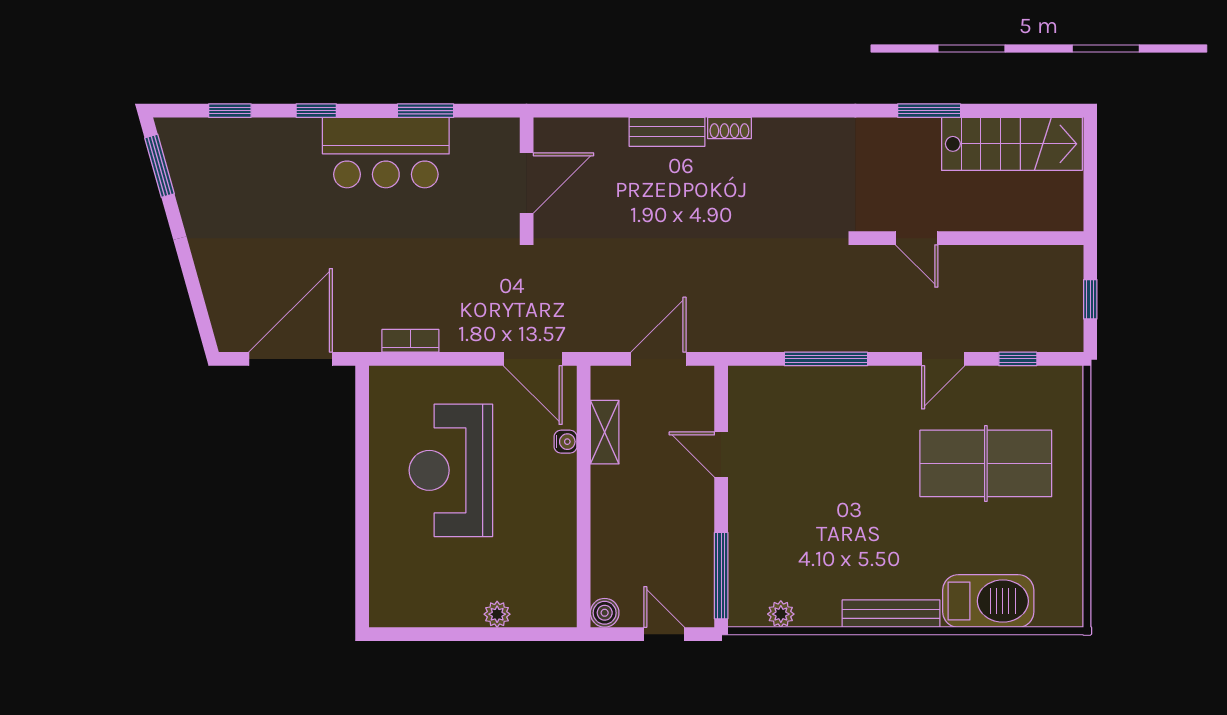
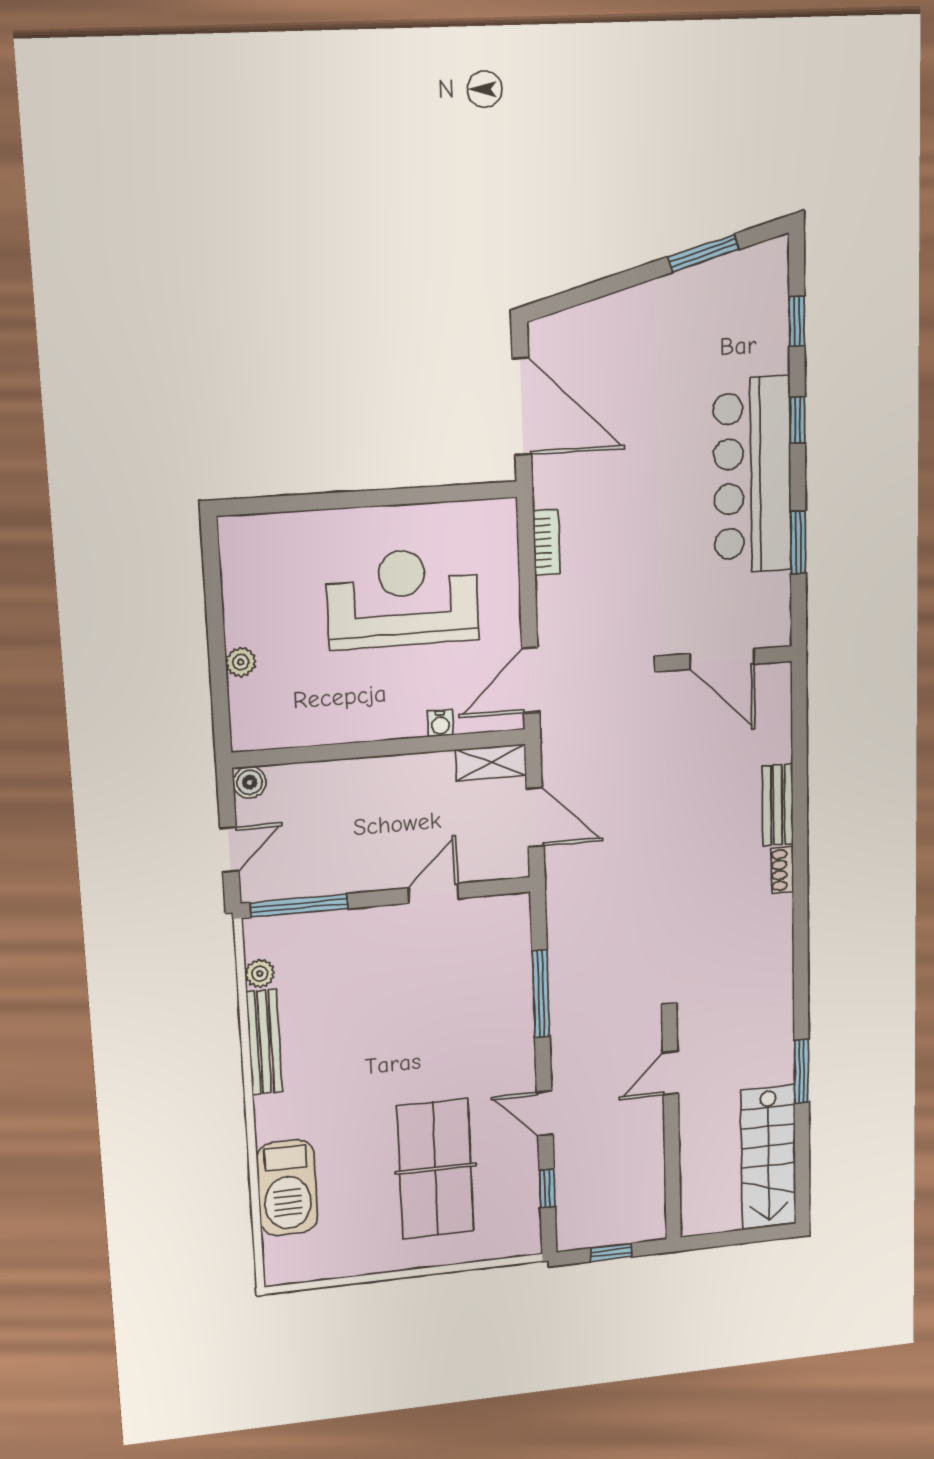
bar counter: (386, 153) -> (752, 475), width x1.36
window: (160, 166) -> (704, 253), moved
shelving: (605, 432) -> (491, 762), moved
bench: (891, 614) -> (264, 1042), moved

